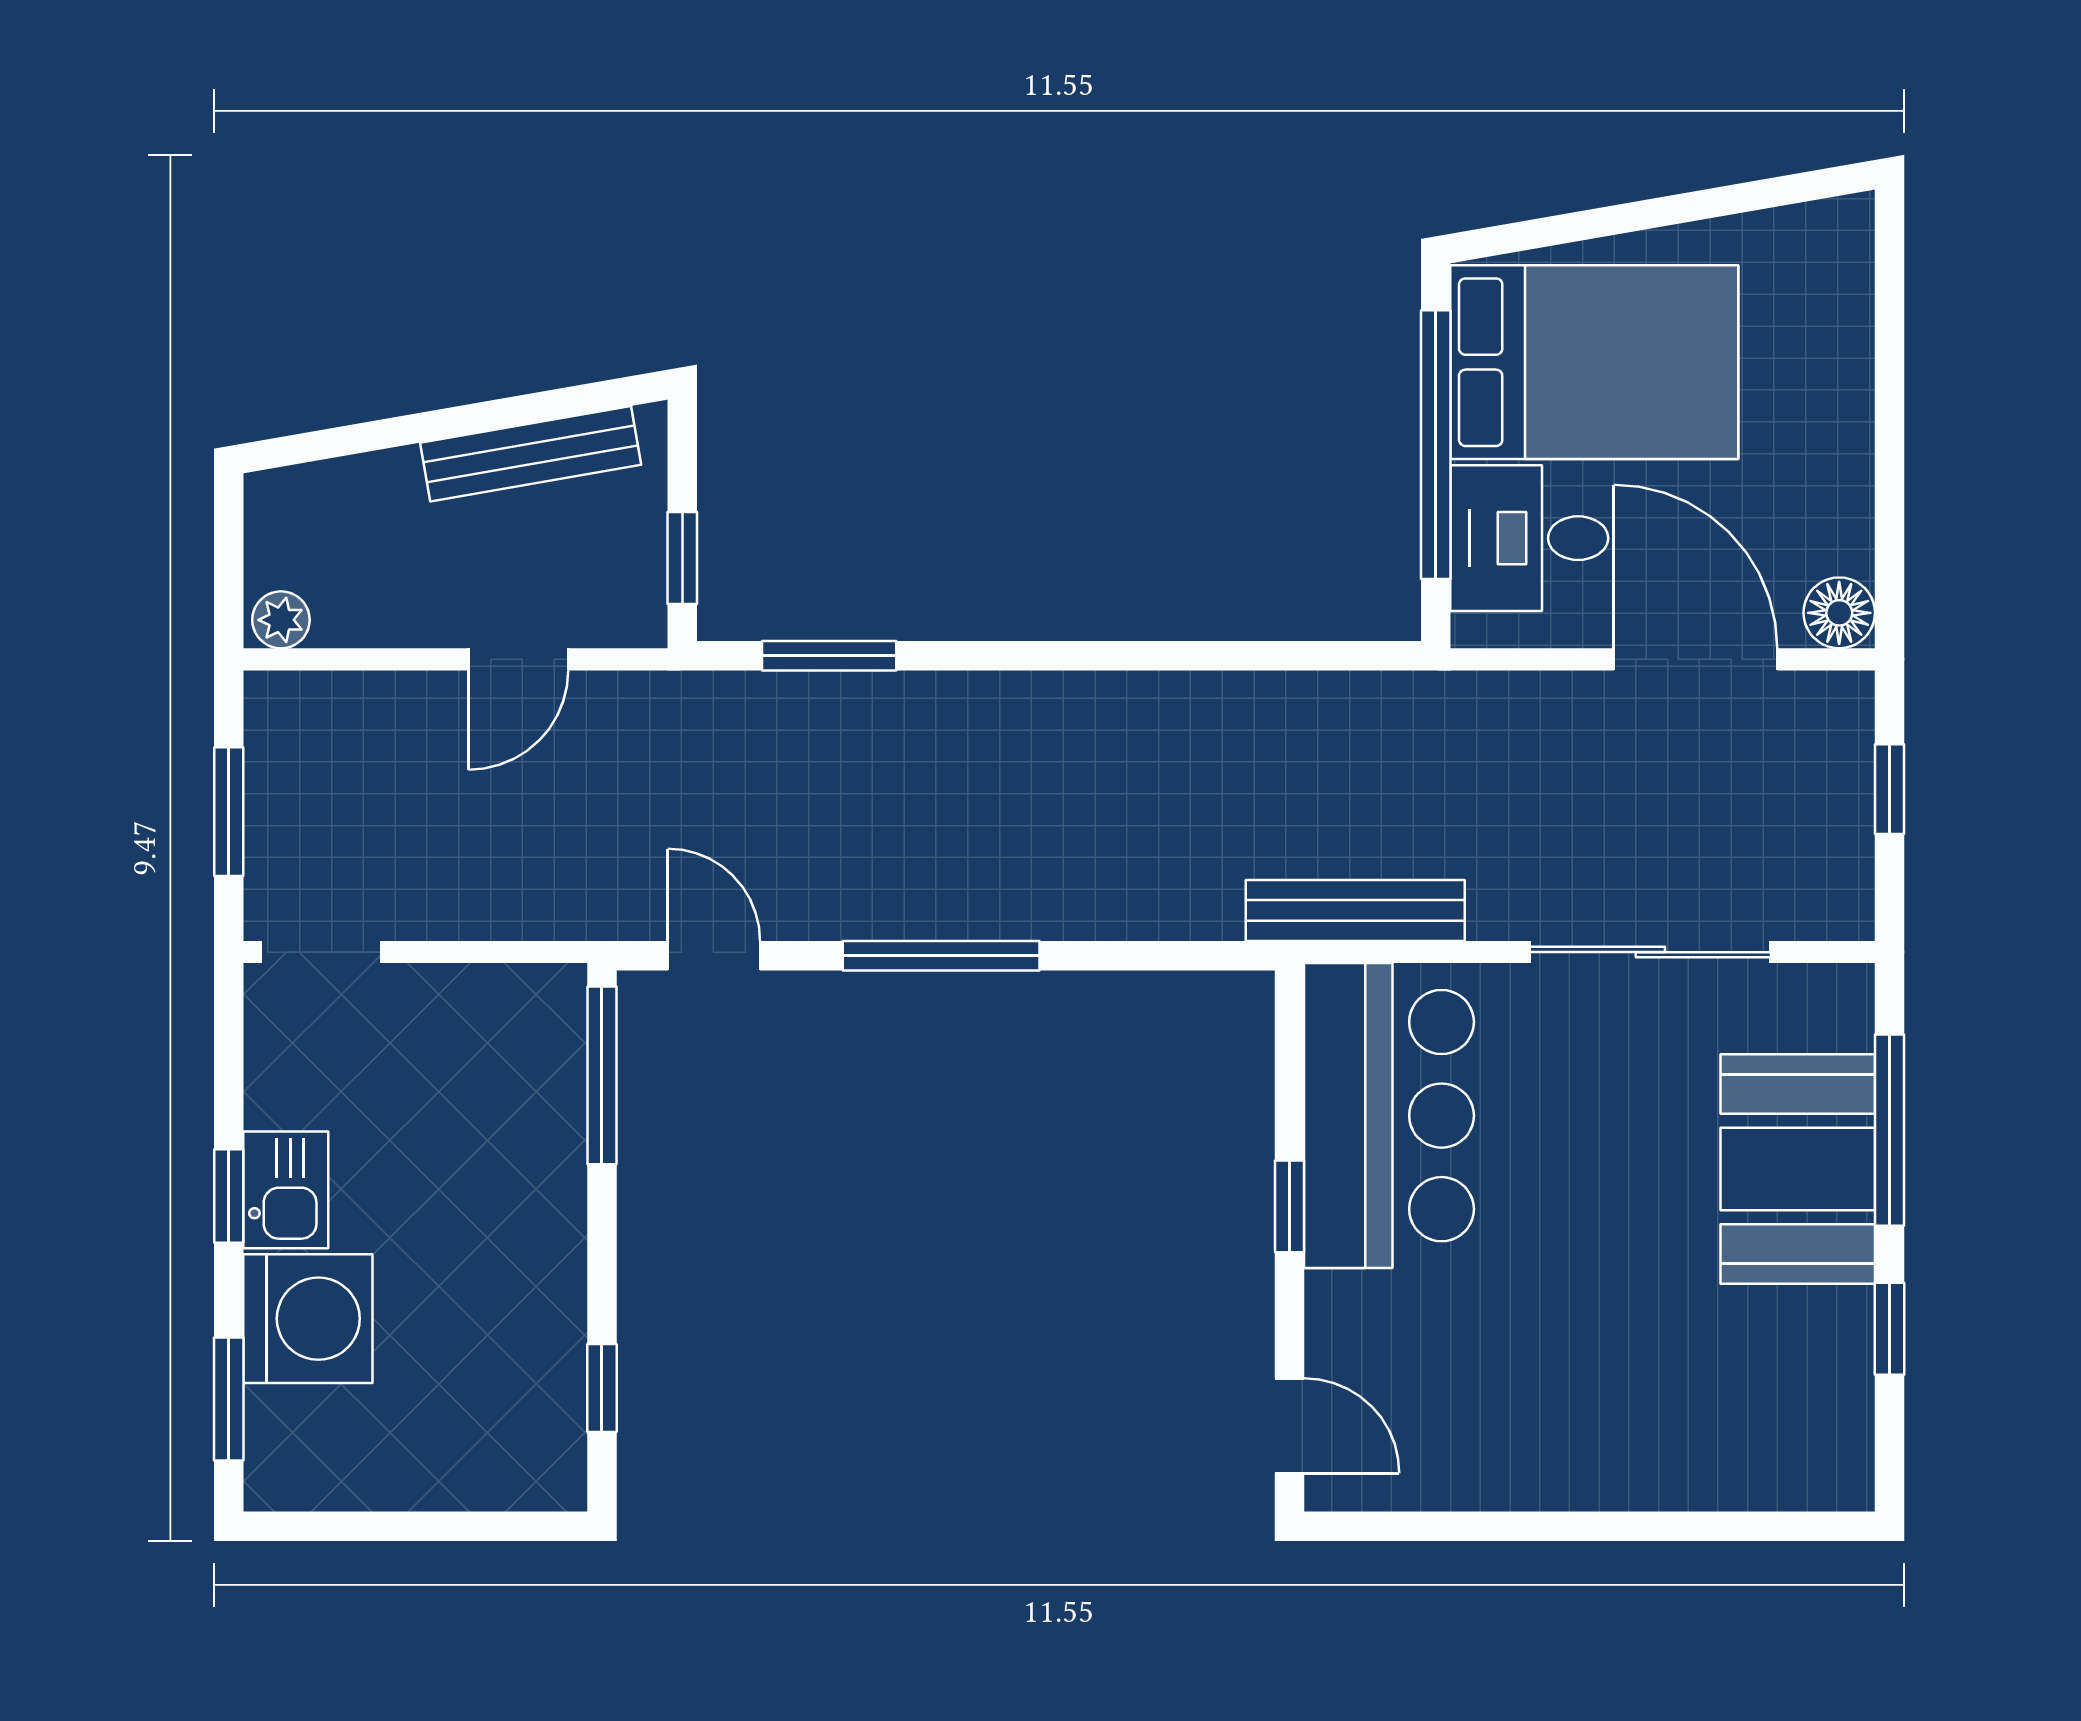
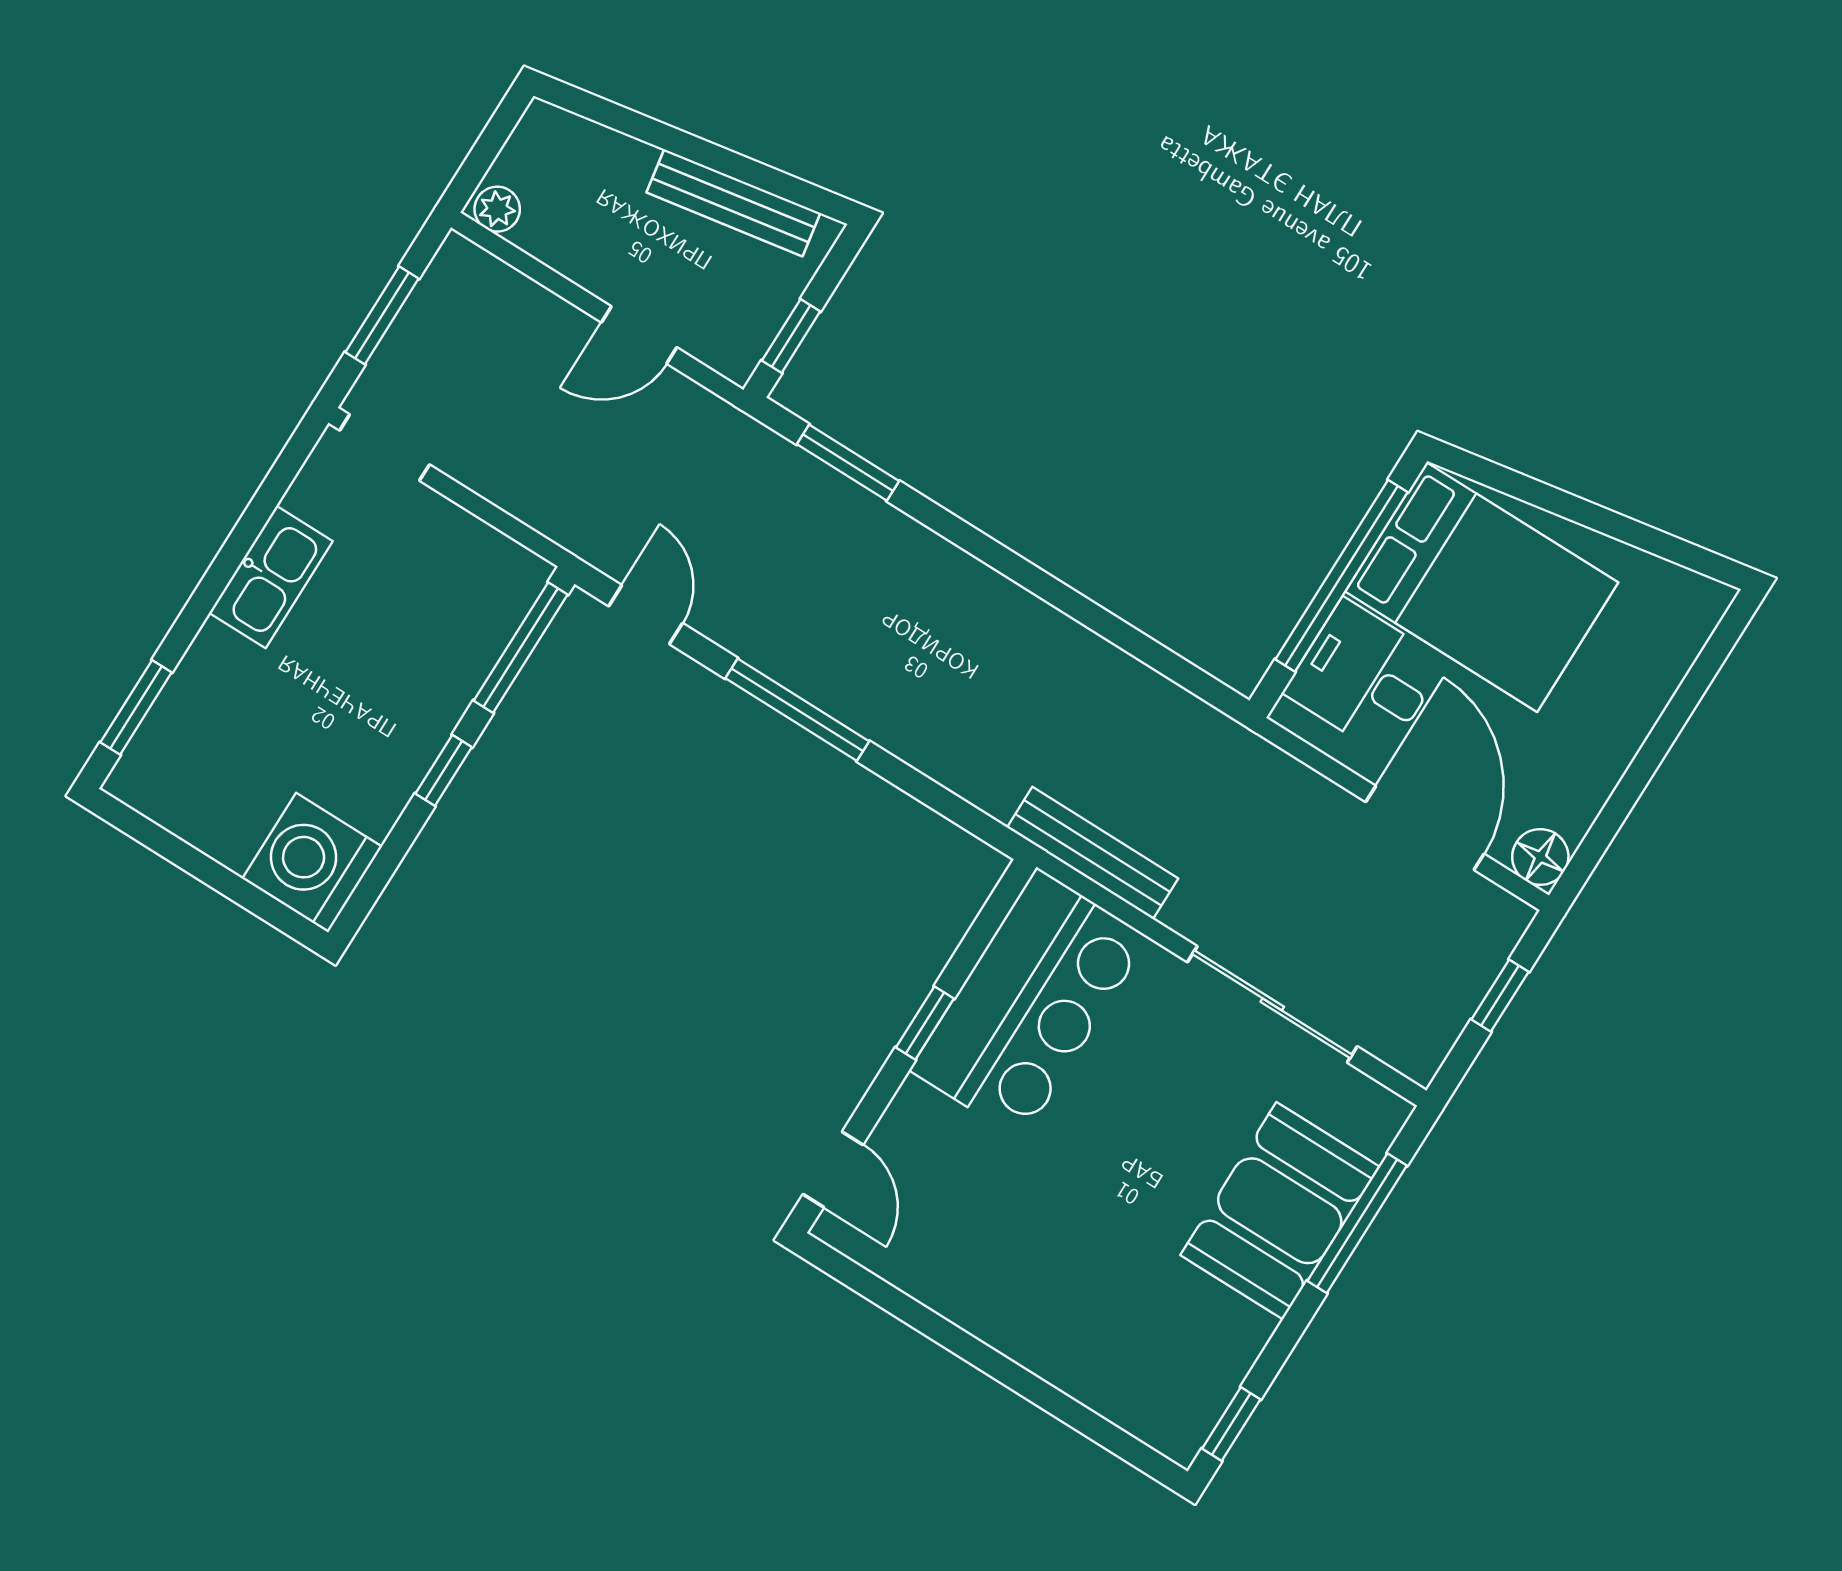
kitchen sink: (286, 1190) -> (271, 577), width x1.38
window: (229, 1196) -> (221, 572), removed
washing machine: (308, 1319) -> (312, 863), moved, turned 180
window: (1889, 1329) -> (1231, 1424), moved
window: (602, 1388) -> (444, 770), moved

